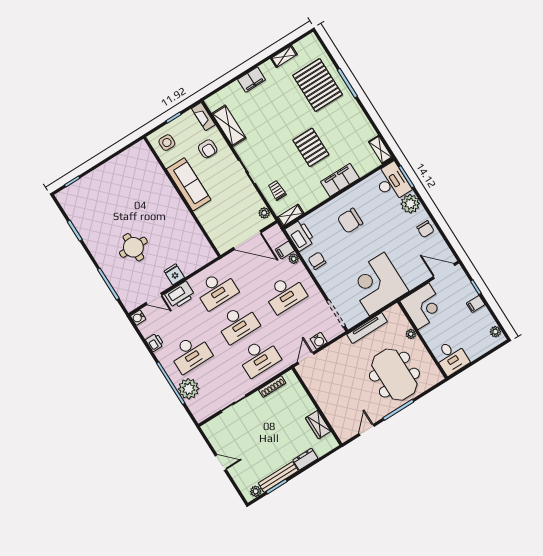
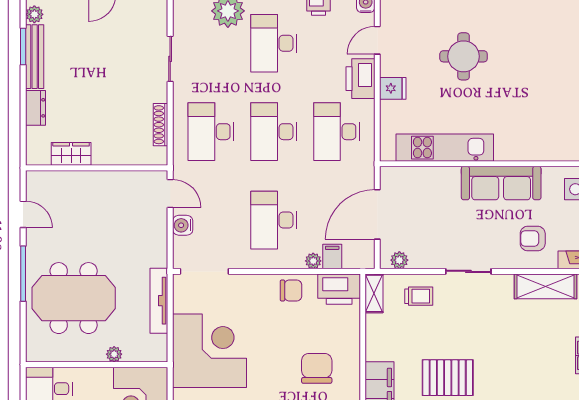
kitchen unit: (189, 227) -> (445, 148), added

